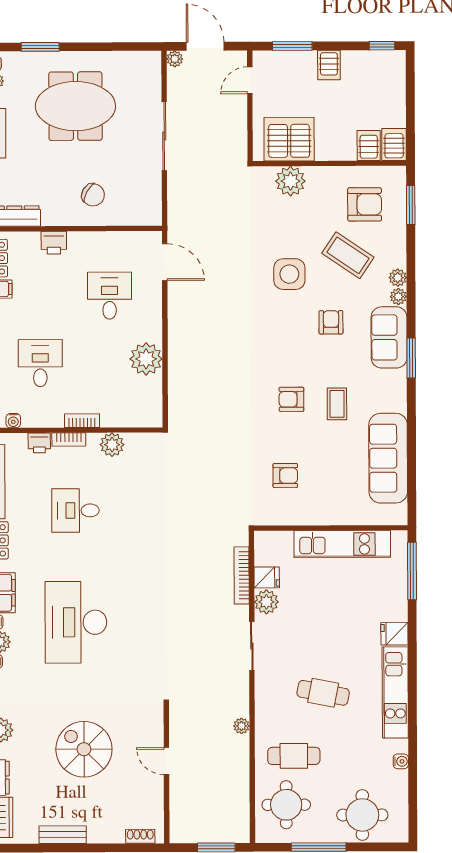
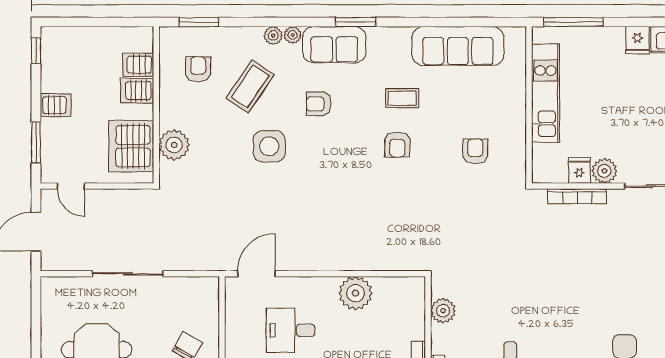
plant: (175, 59) -> (49, 263), removed
server rack: (394, 144) -> (137, 91), moved
armchair: (365, 204) -> (198, 69), width x0.72, depth x0.72
plant: (112, 445) -> (443, 311), moved

